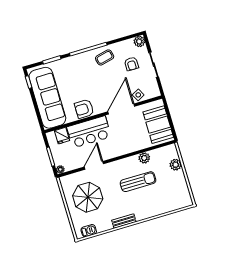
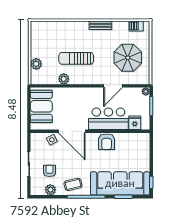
plant: (139, 41) -> (50, 190), moved
sofa: (47, 98) -> (120, 183), moved, turned 90
armchair: (84, 109) -> (107, 142), turned 90
door: (121, 109) -> (72, 131), hinge flipped

